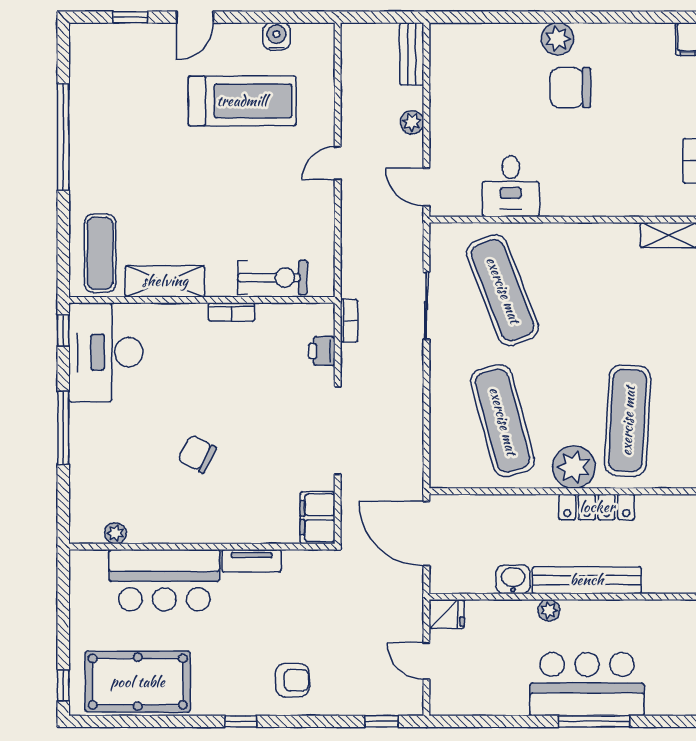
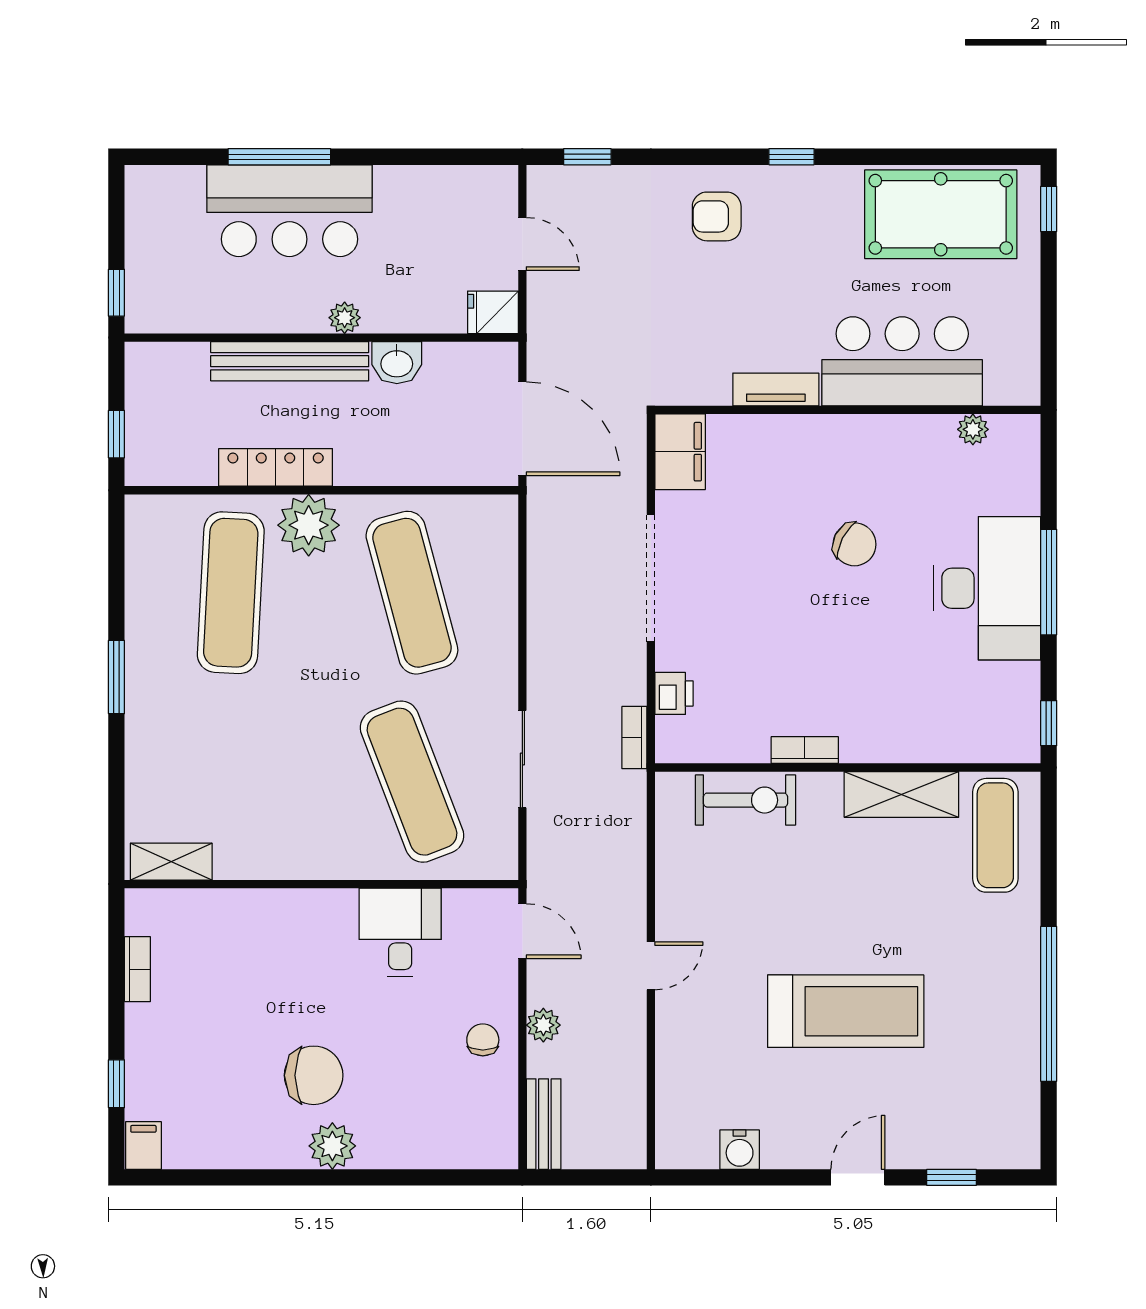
treadmill: (242, 101) -> (846, 1011), moved, turned 180
chair: (454, 112) -> (483, 1040), added
exercise bike: (272, 278) -> (746, 800), turned 180
desk: (106, 352) -> (987, 588), moved

